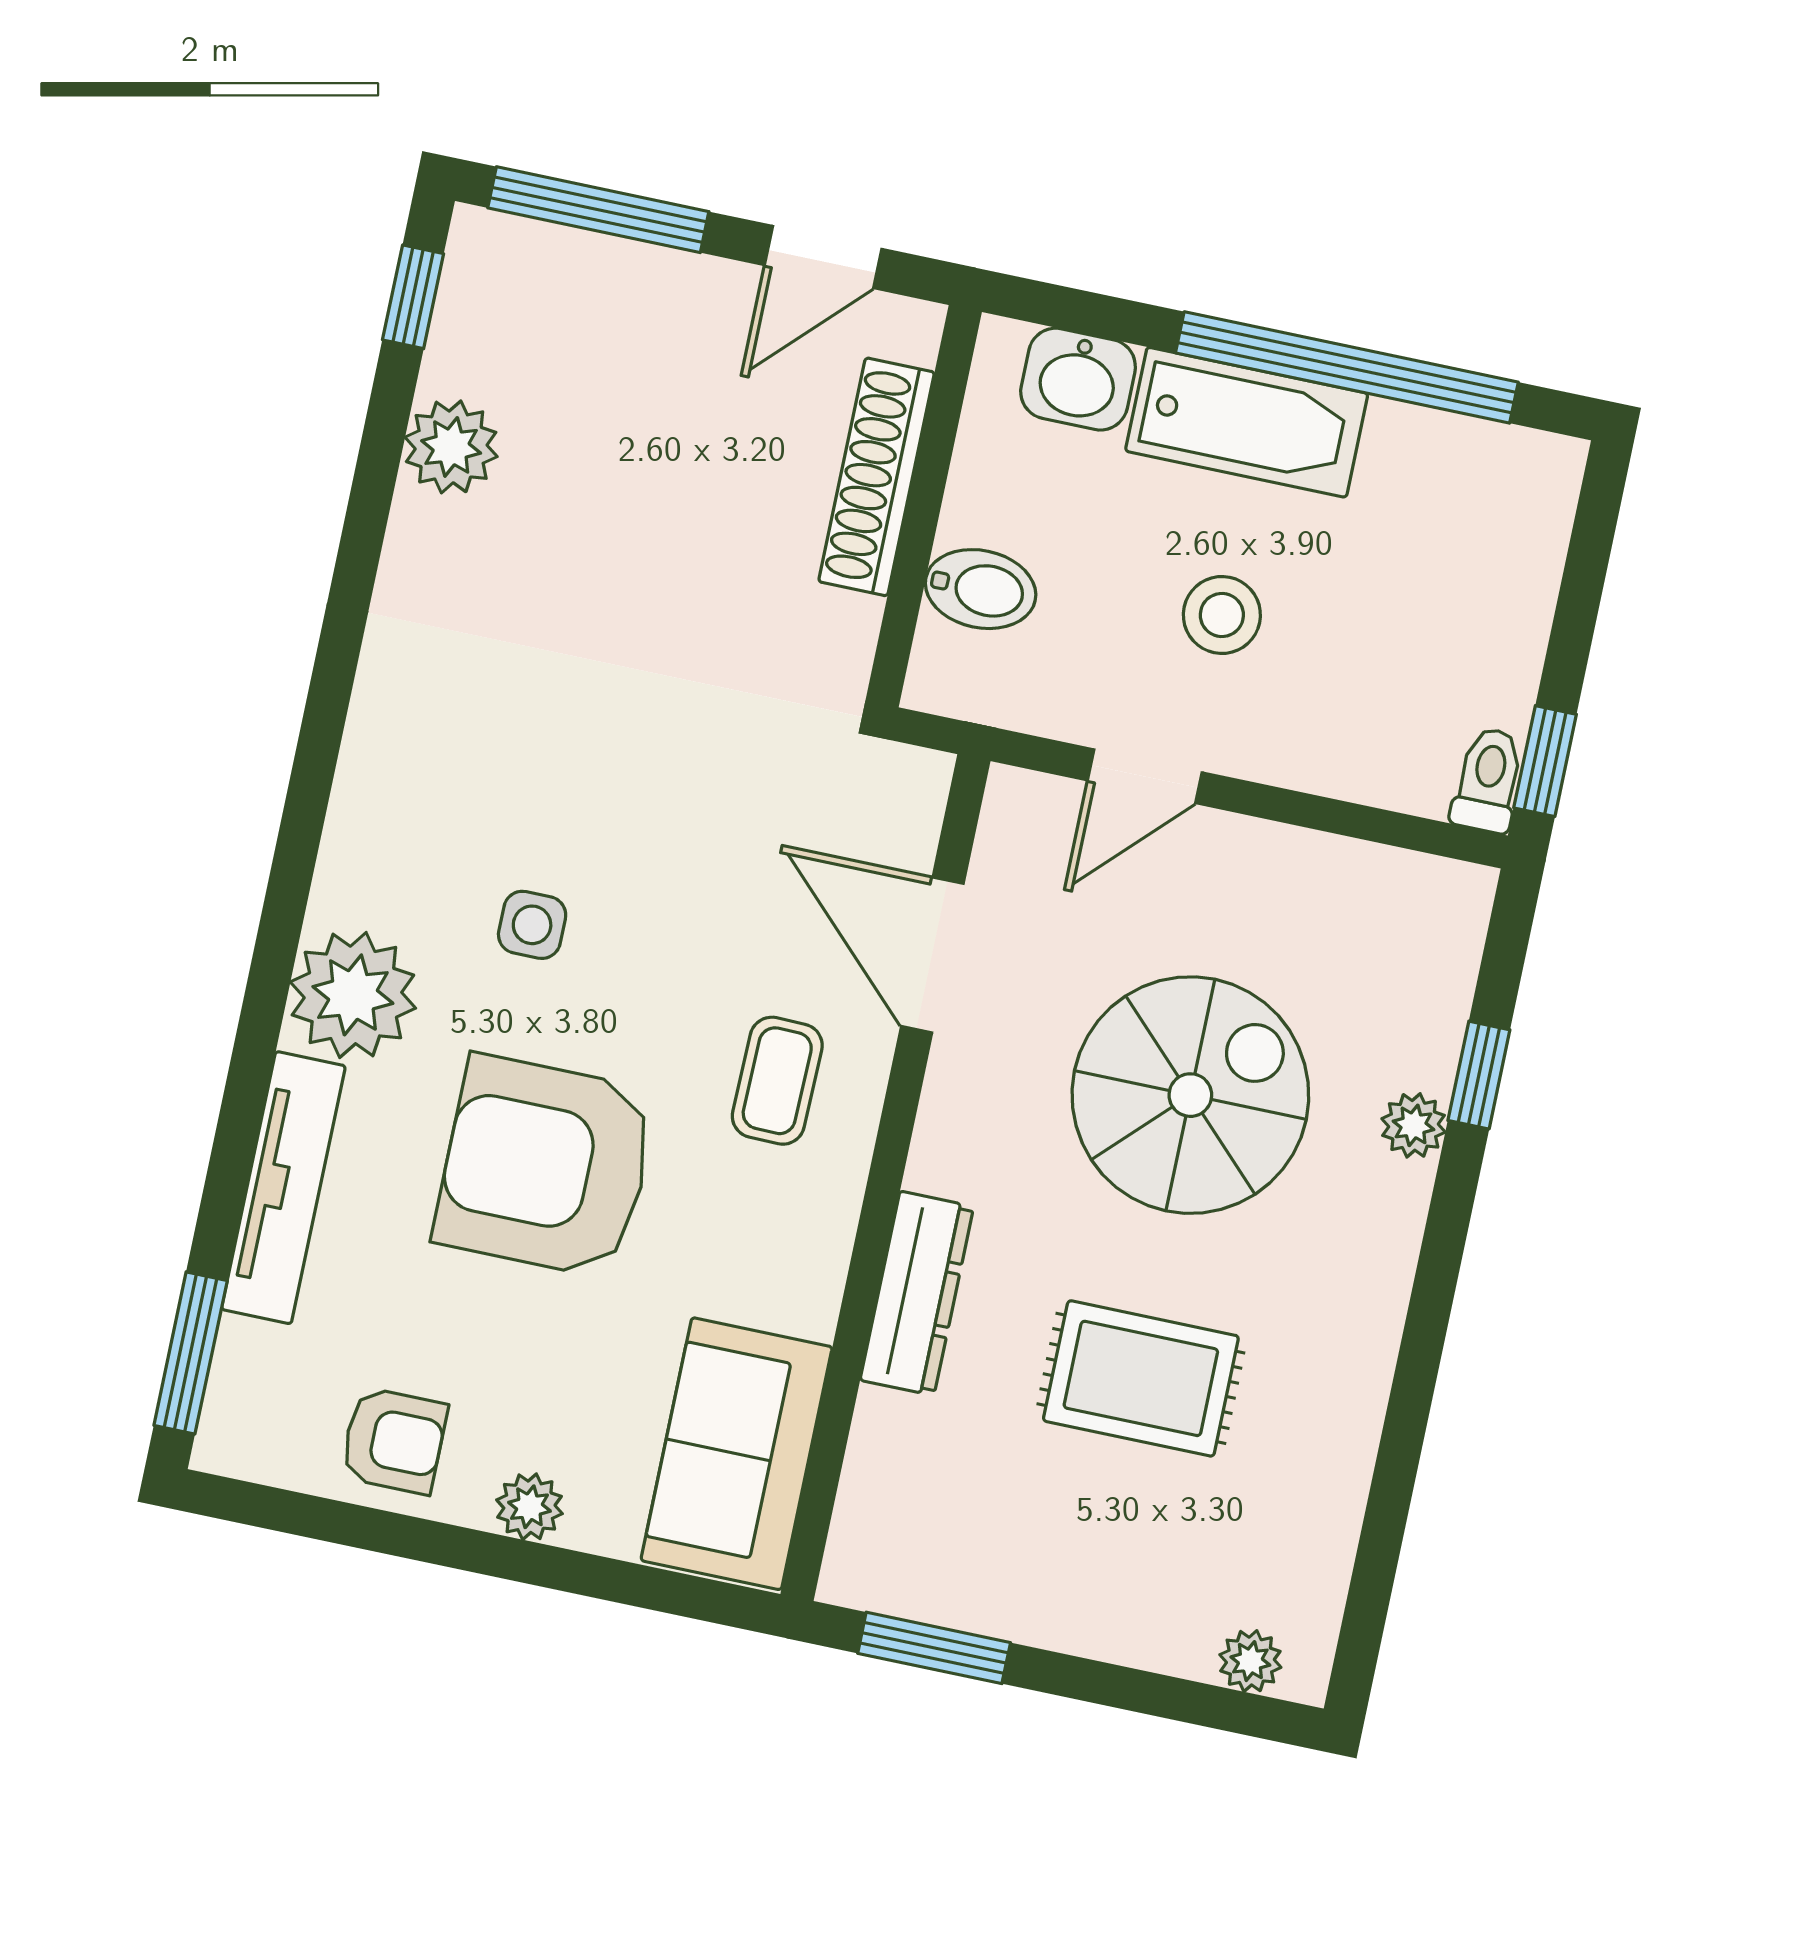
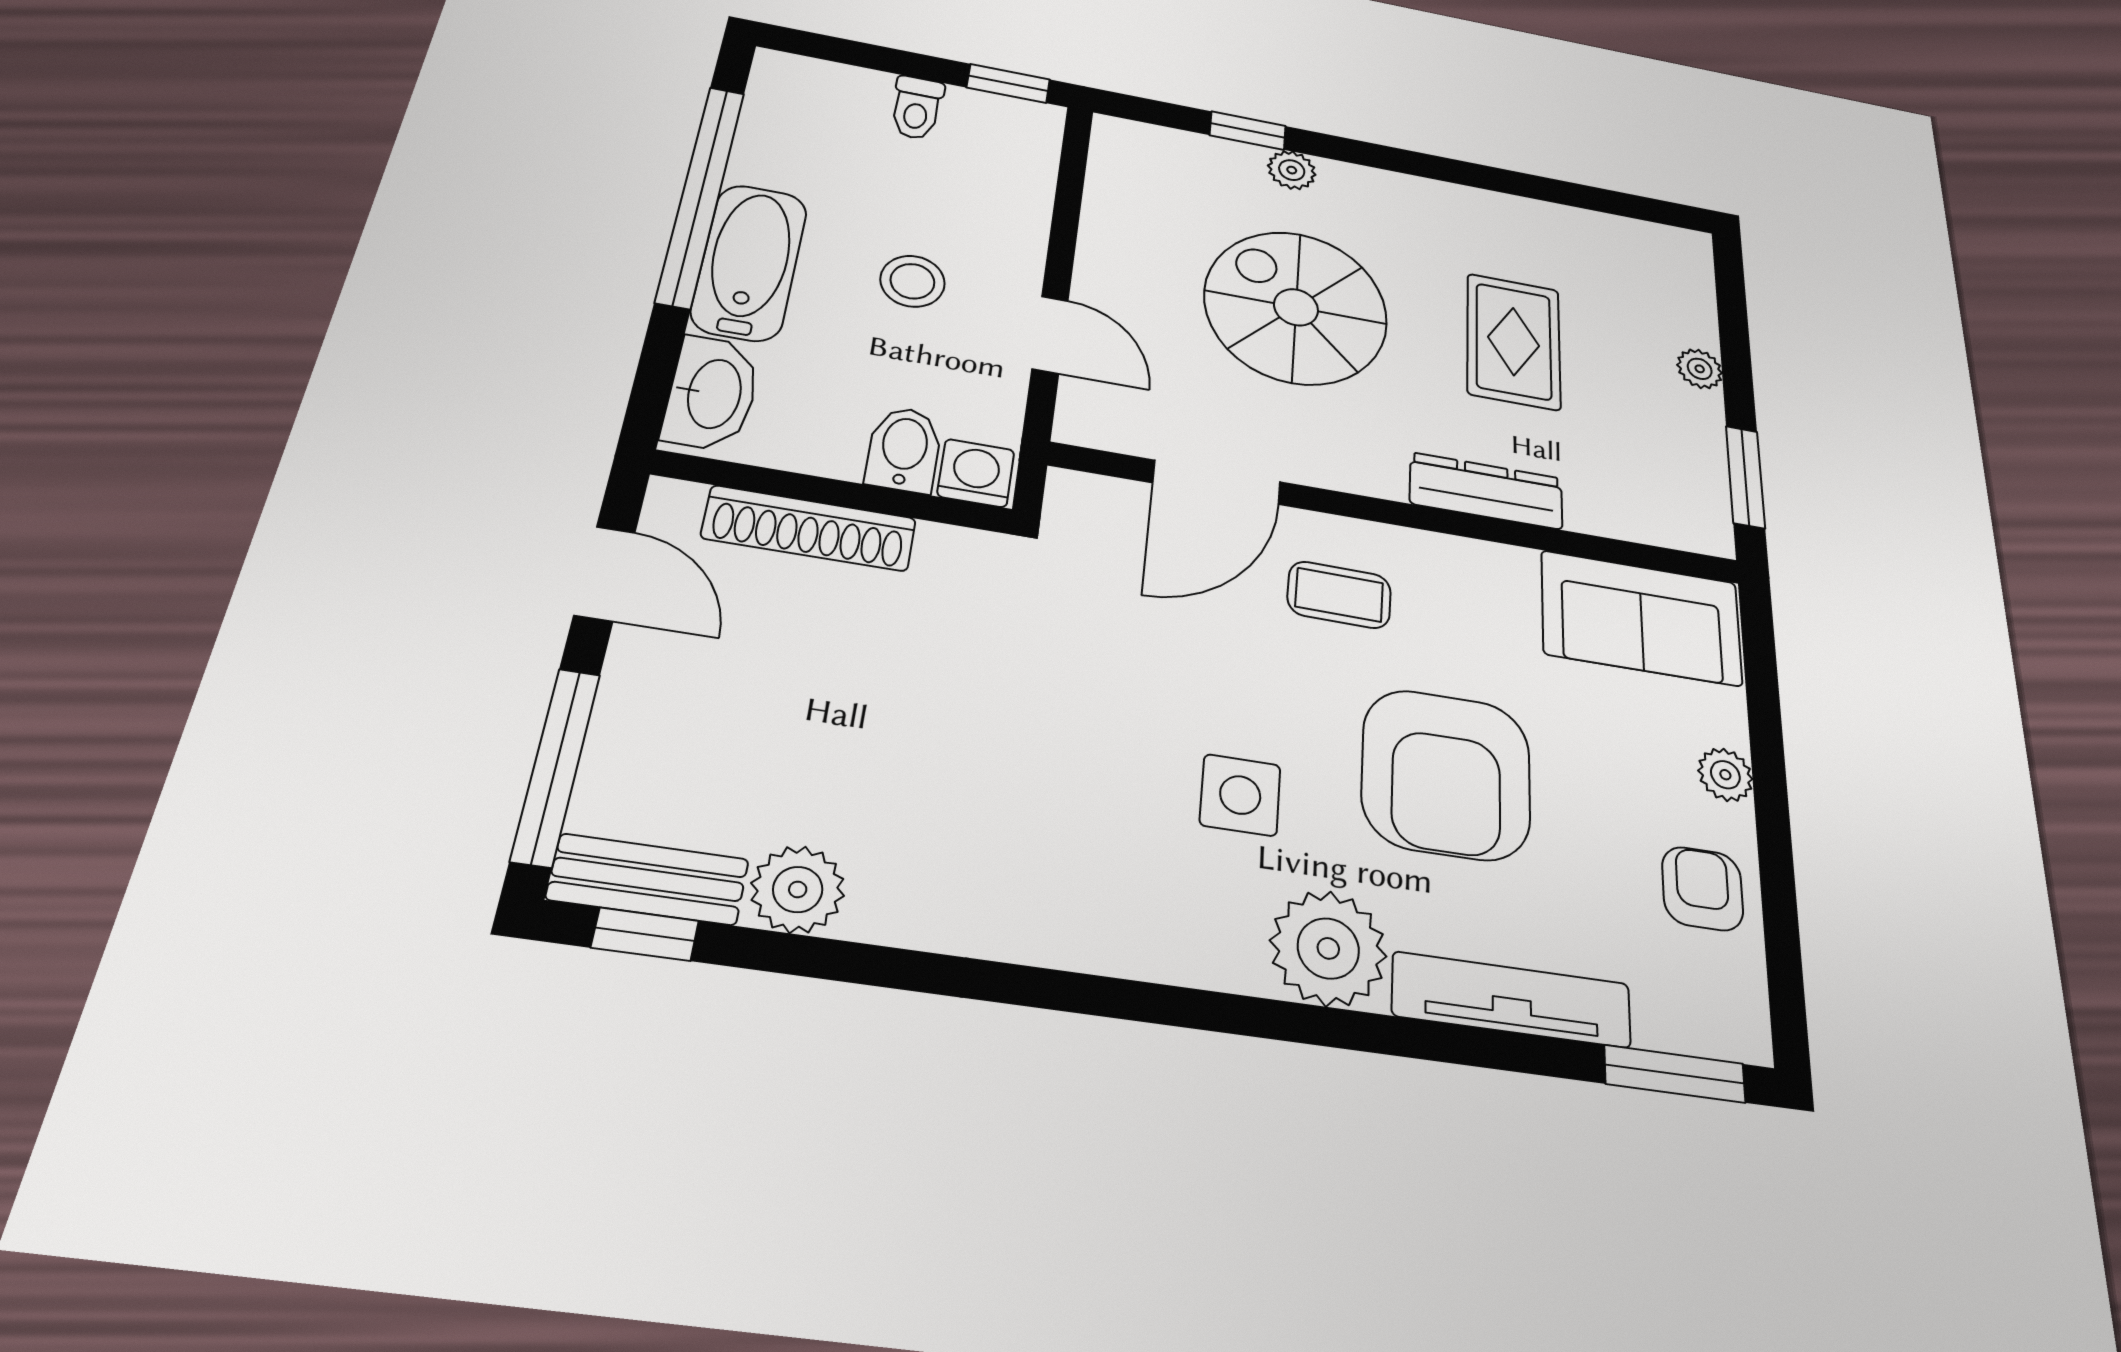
bench: (470, 300) -> (648, 879), added
washbasin: (1078, 379) -> (712, 393), width x1.38
washing machine: (948, 670) -> (976, 473), added
toilet: (1488, 780) -> (917, 108), moved, turned -90
side table: (532, 925) -> (1240, 795), width x1.37, depth x1.37
plant: (1250, 1661) -> (1700, 369), moved

